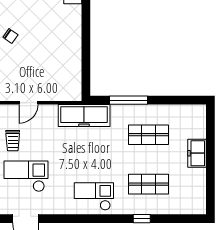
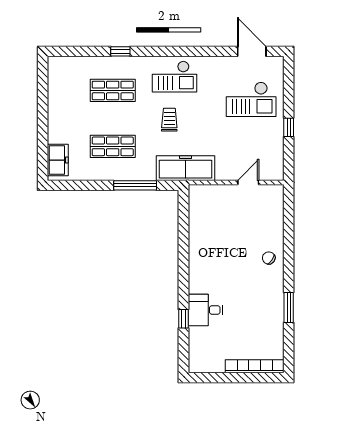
trolley: (13, 141) -> (169, 120), moved
freezer: (197, 153) -> (58, 160), moved

